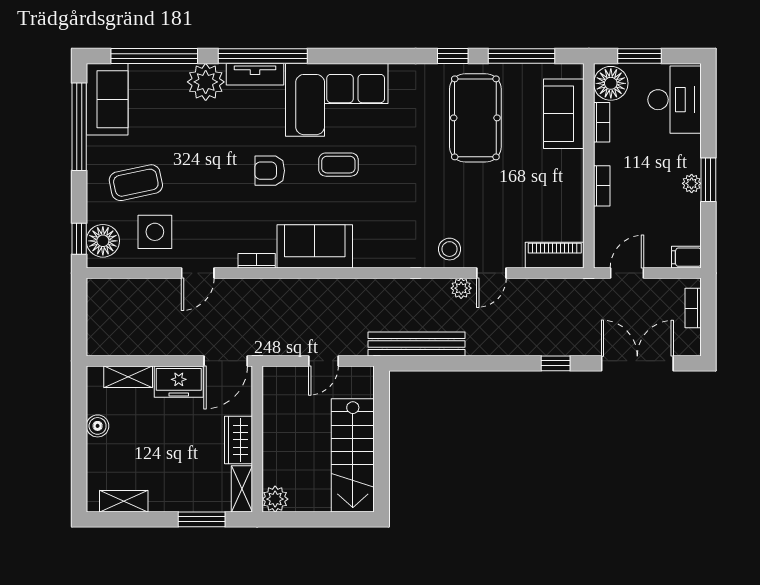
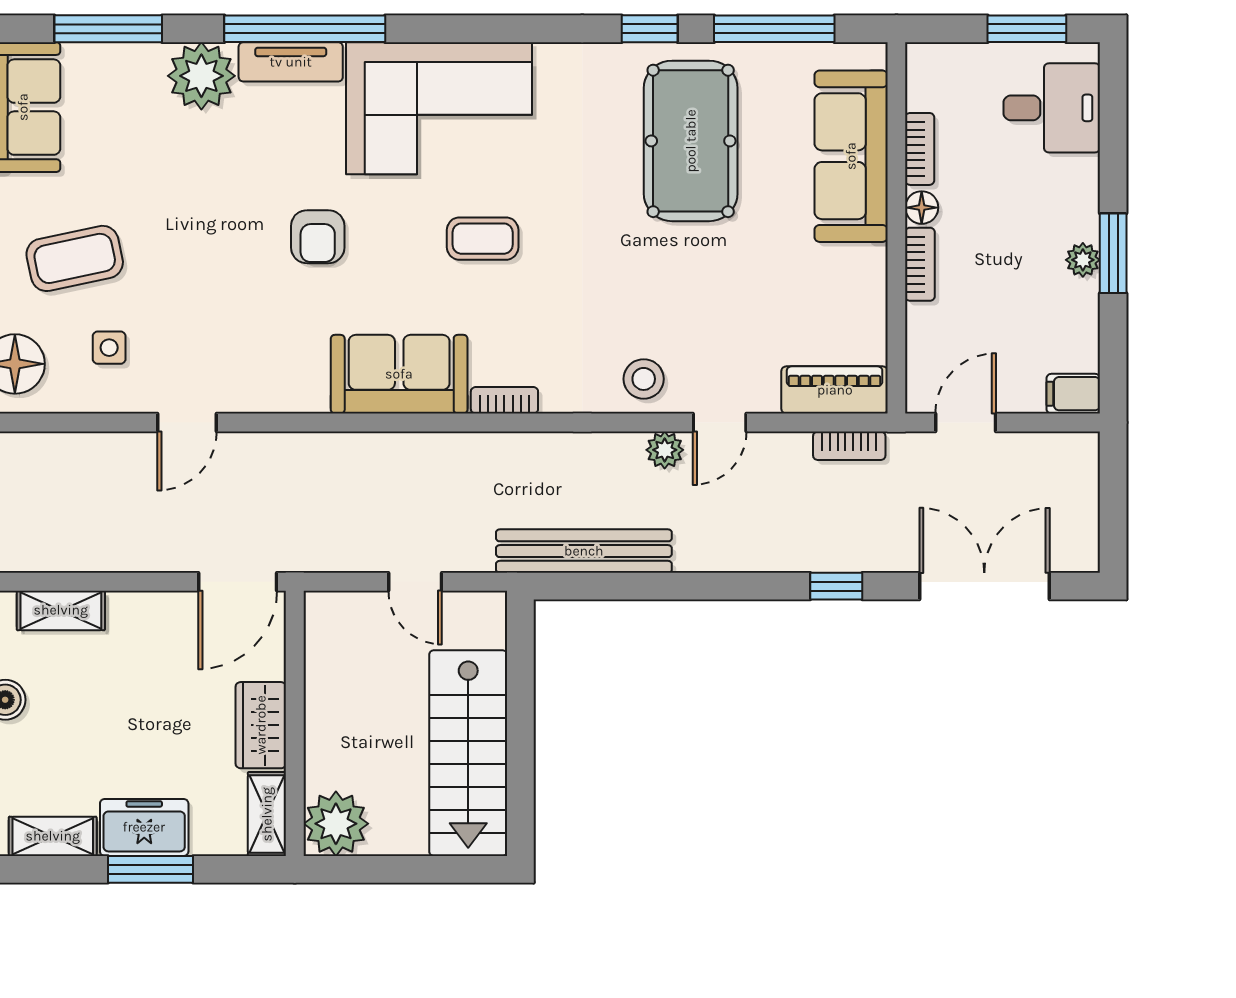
window: (154, 56) -> (108, 29), width x0.68
window: (639, 56) -> (1027, 29), moved
floor lamp: (611, 83) -> (922, 208), moved, width x0.53, depth x0.53
desk: (674, 100) -> (1052, 108), width x0.73
sofa: (564, 114) -> (851, 156), width x1.36
coffee table: (338, 165) -> (483, 239), moved
armchair: (270, 171) -> (318, 237), turned -90
side table: (155, 232) -> (109, 348), width x0.54, depth x0.54
bookcase: (257, 261) -> (504, 400), moved
bookcase: (693, 308) -> (849, 446), moved, turned -90
door: (324, 361) -> (415, 582), hinge flipped
freezer: (179, 382) -> (144, 827), moved, turned 180
plant: (275, 499) -> (336, 824), width x1.36, depth x1.36
window: (202, 519) -> (151, 869), moved

